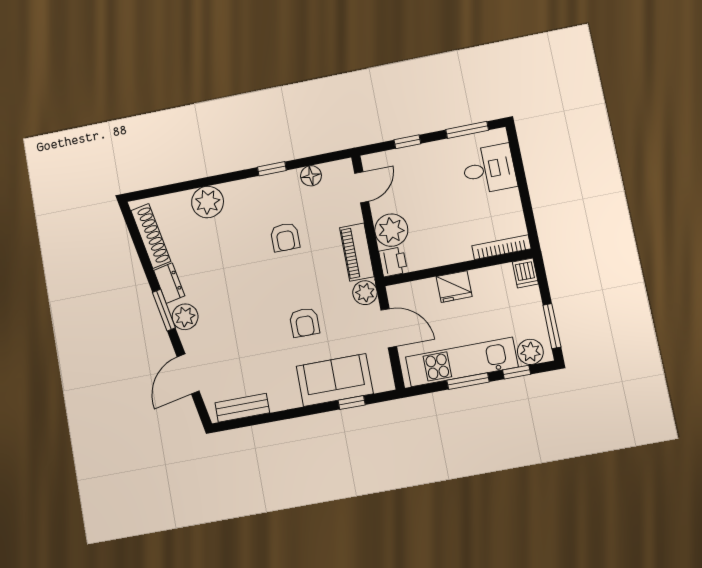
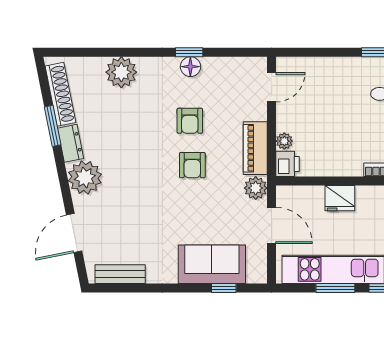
window: (407, 142) -> (323, 52), removed
floor lamp: (311, 176) -> (190, 67), moved
plant: (391, 230) -> (284, 141), width x0.53, depth x0.53
window: (164, 310) -> (53, 126), moved
plant: (185, 317) -> (85, 177), width x1.36, depth x1.36
armchair: (304, 322) -> (192, 165), moved

